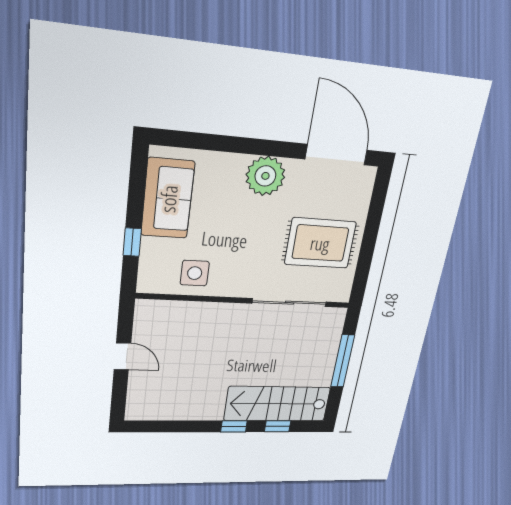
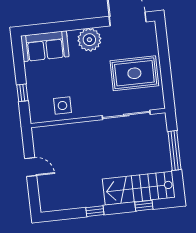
sofa: (168, 199) -> (45, 46), moved, turned 90
window: (234, 426) -> (95, 211), moved

